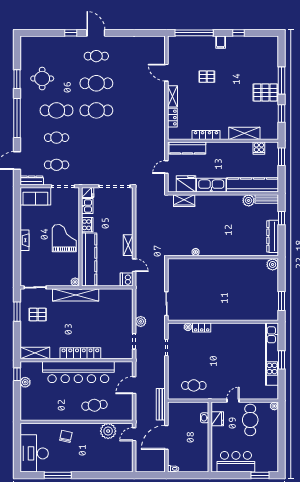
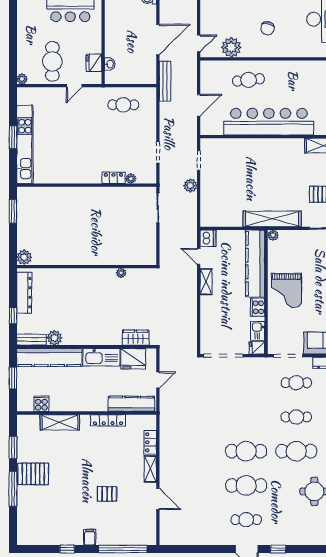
window: (281, 157) -> (13, 378), moved
locker: (80, 353) -> (266, 145), removed
chair: (66, 436) -> (268, 28), moved

